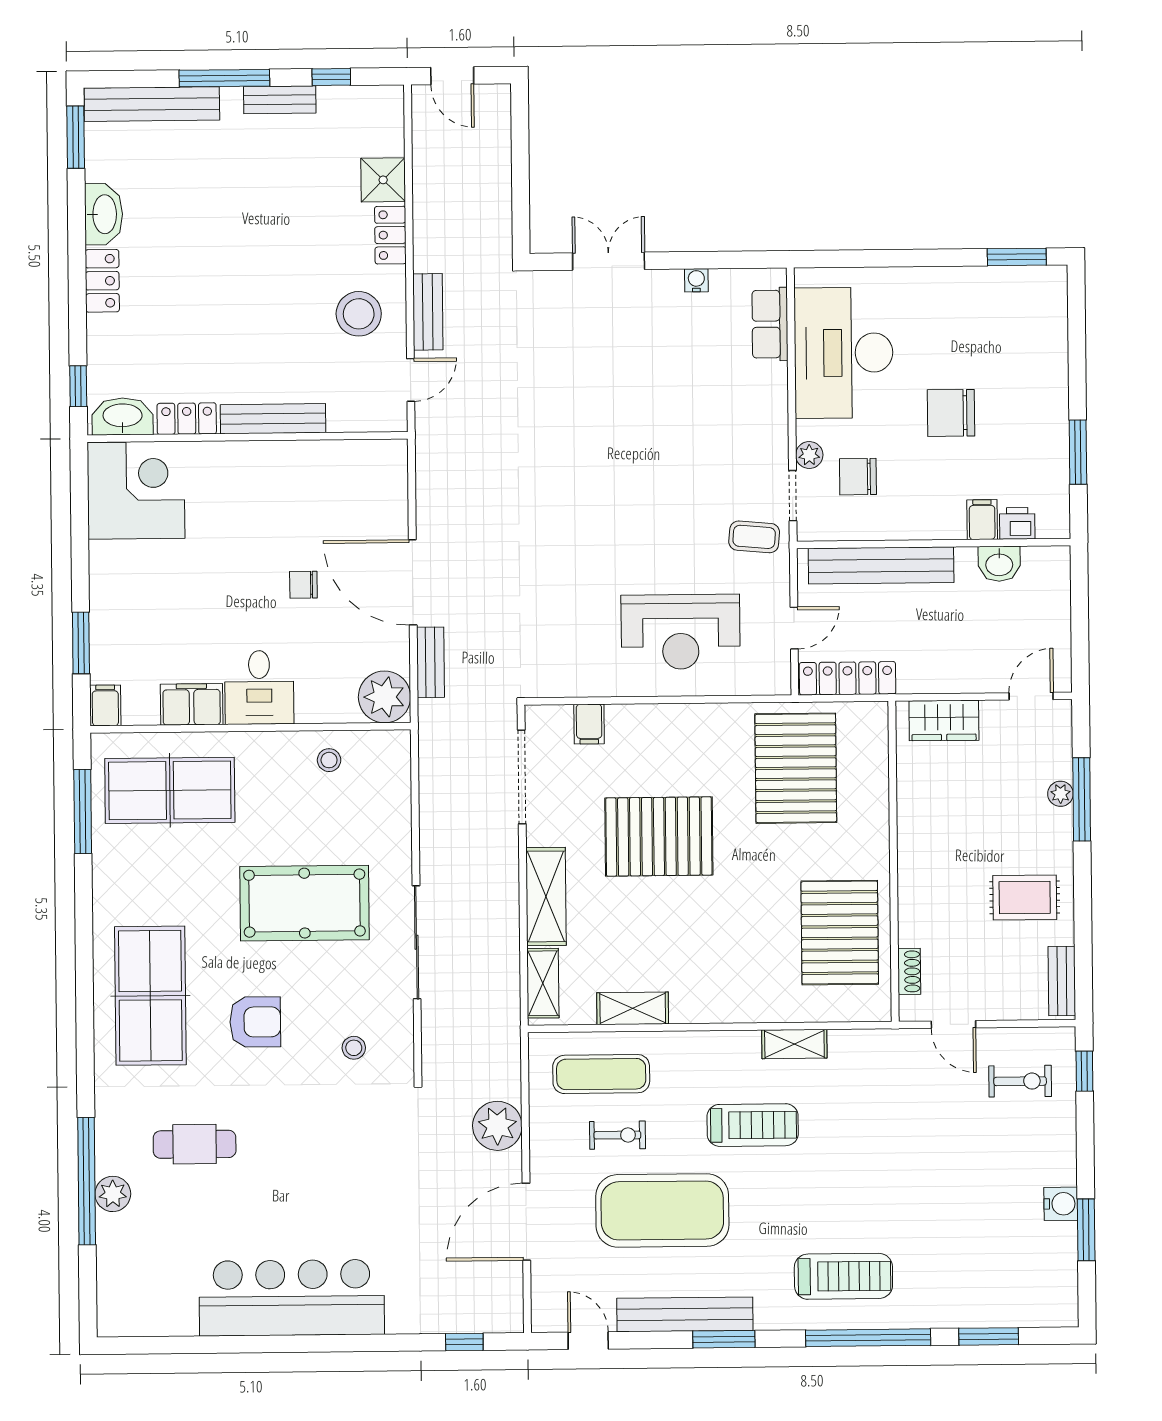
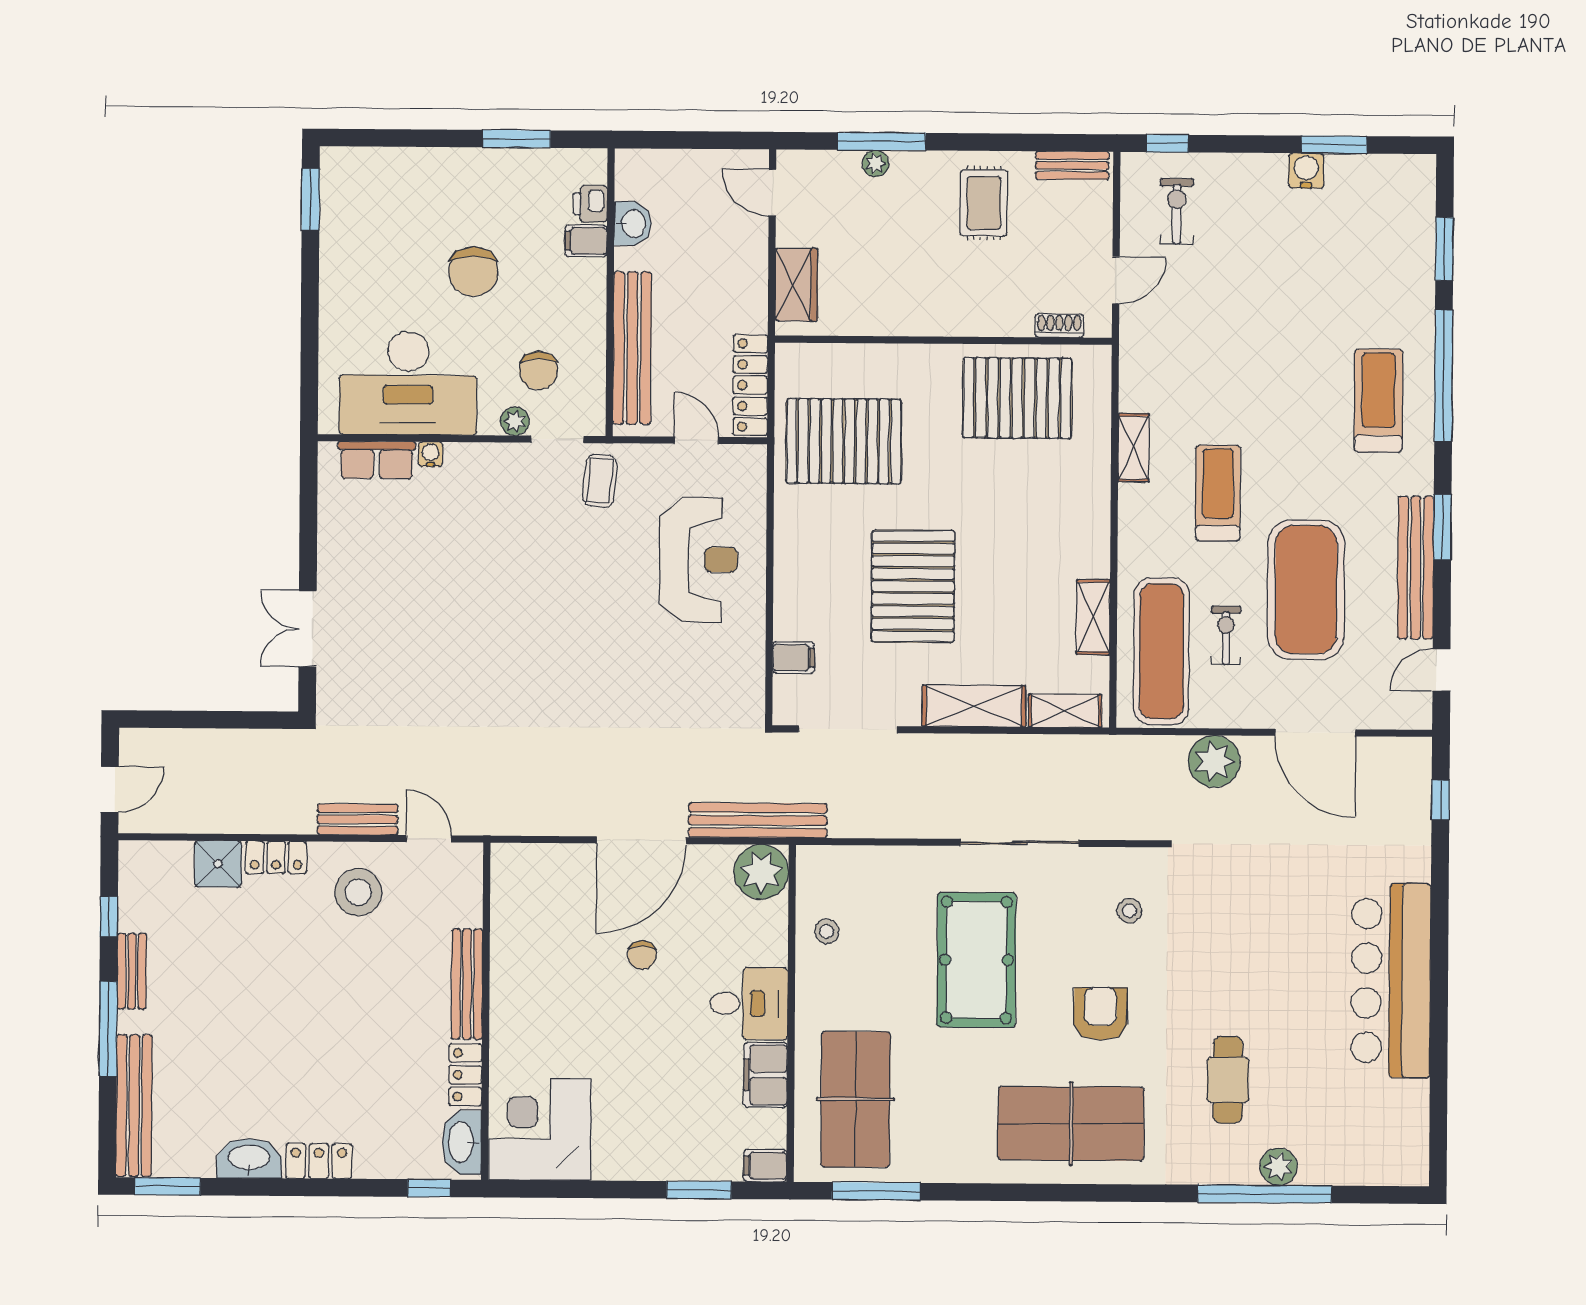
water cooler: (696, 280) -> (430, 454), moved, turned 90
bench: (430, 662) -> (758, 820), width x1.86, depth x1.21
exercise mat: (601, 1074) -> (1162, 651), width x1.36, depth x1.45

